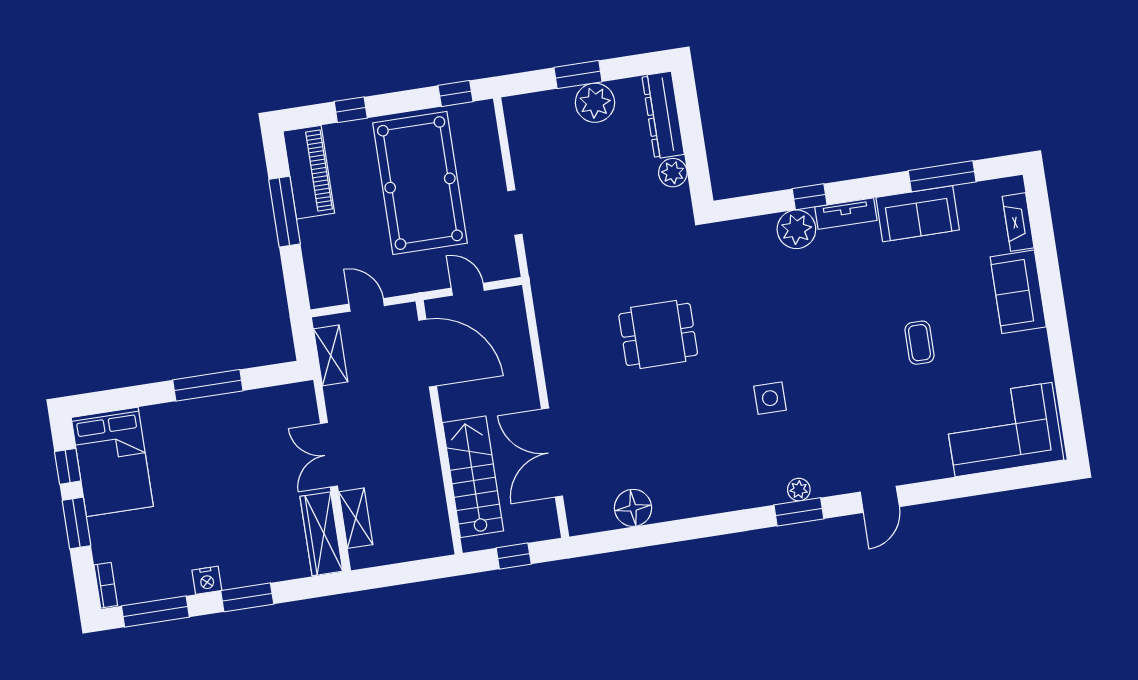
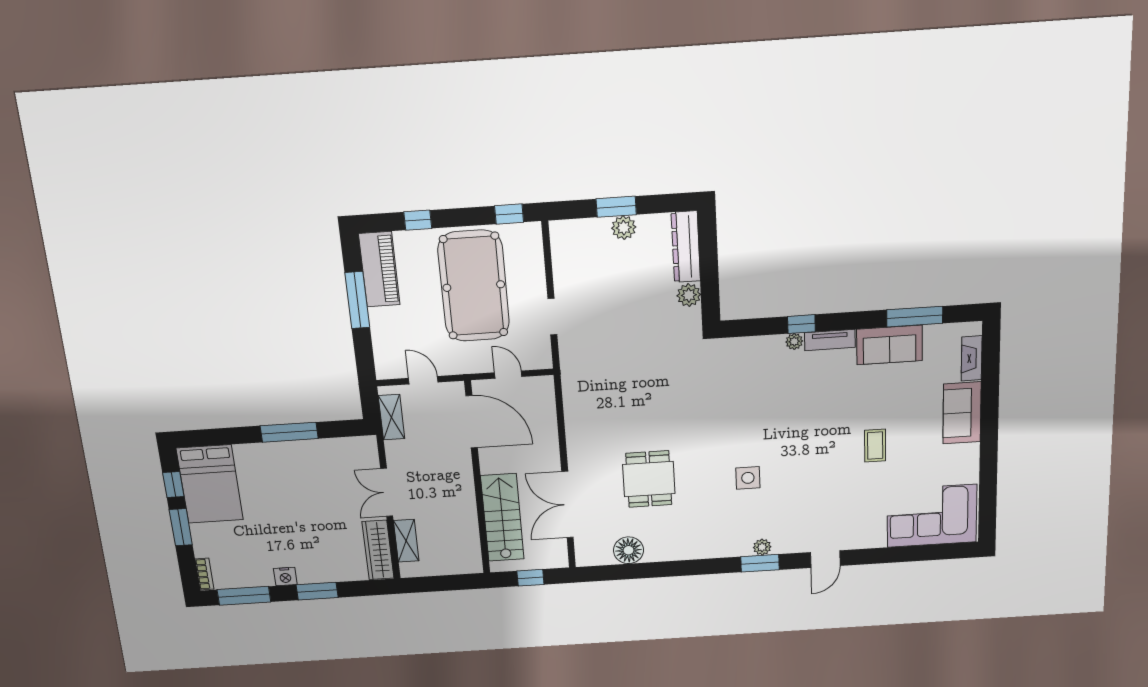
plant: (595, 103) -> (624, 228), width x0.73, depth x0.73
plant: (796, 229) -> (794, 341), width x0.53, depth x0.53
dining table: (658, 334) -> (649, 479), moved, turned 90

